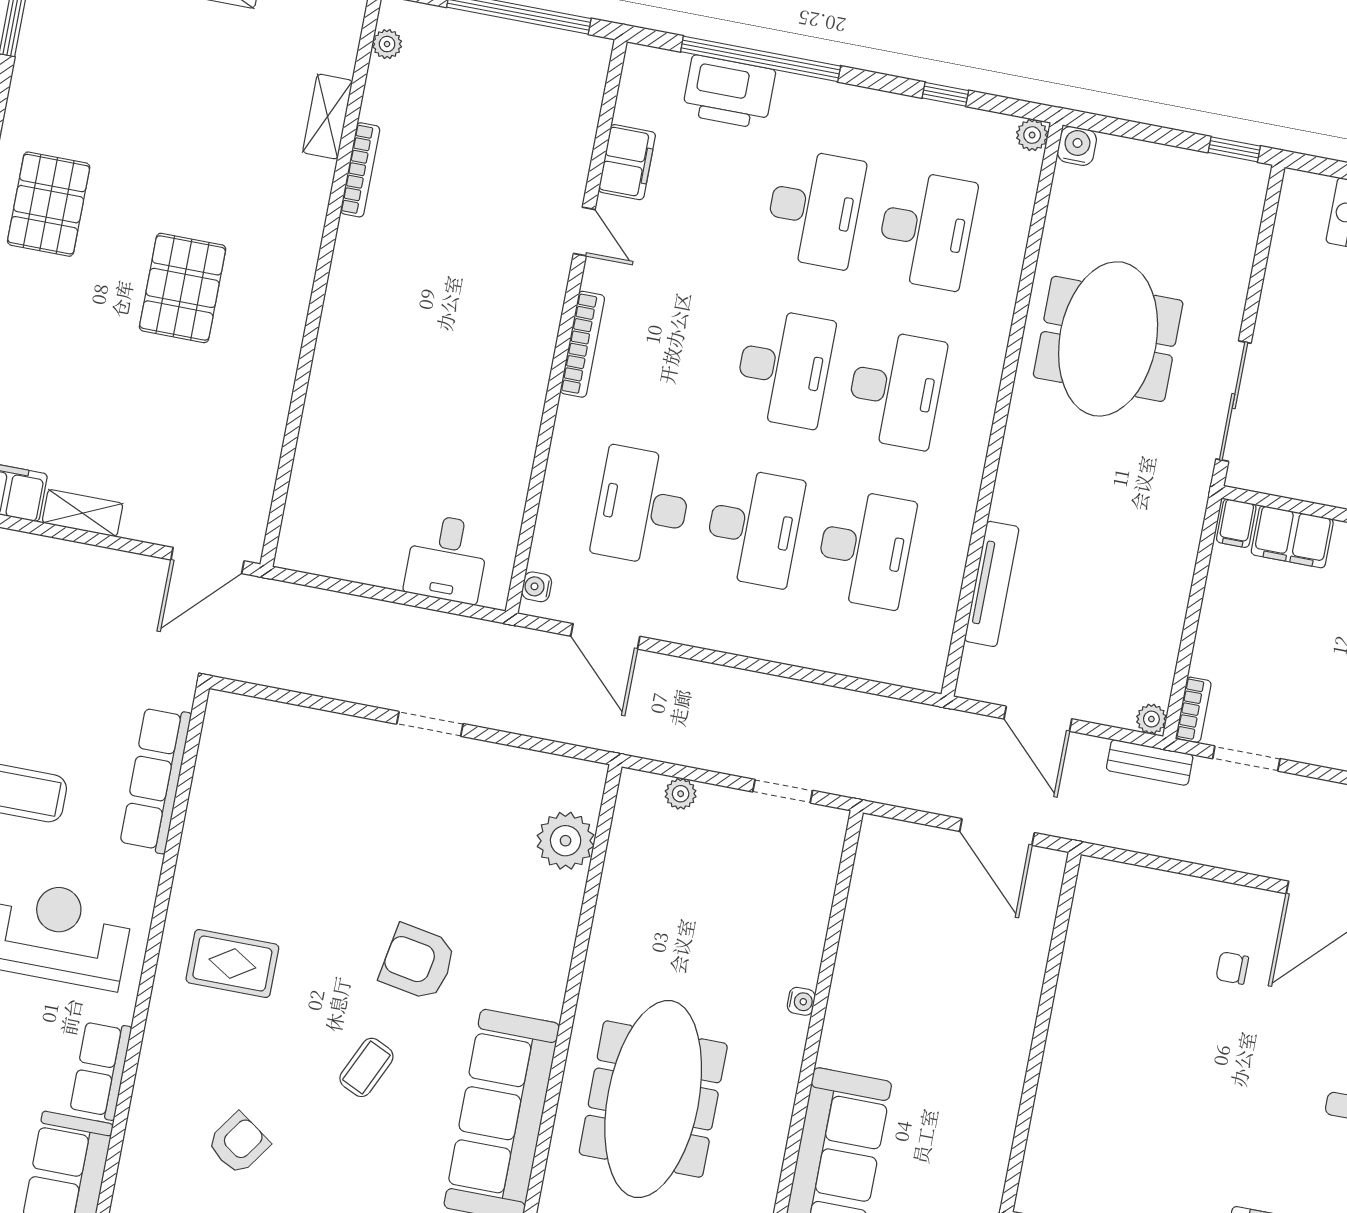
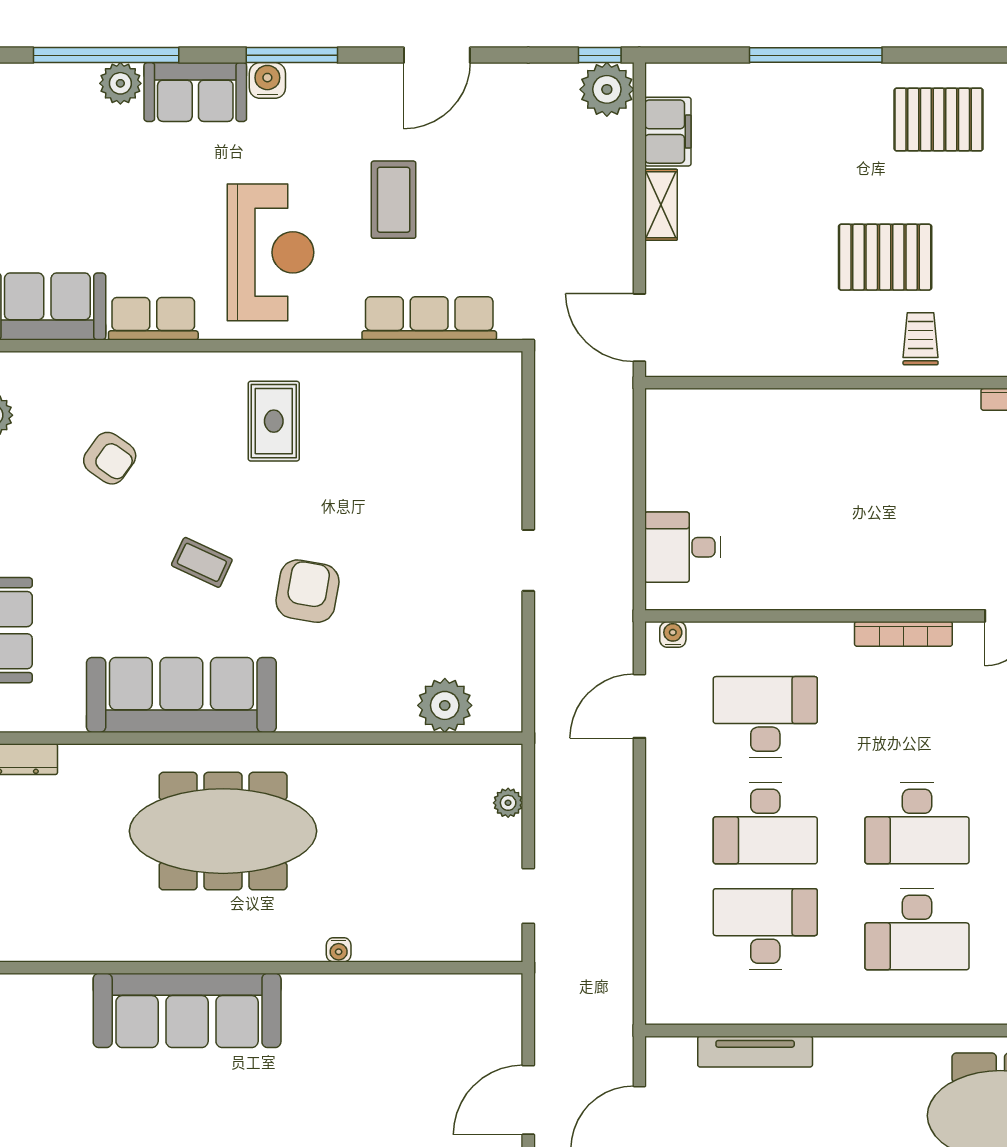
trolley: (275, 267) -> (921, 339), added
desk: (865, 549) -> (765, 929), turned 180

